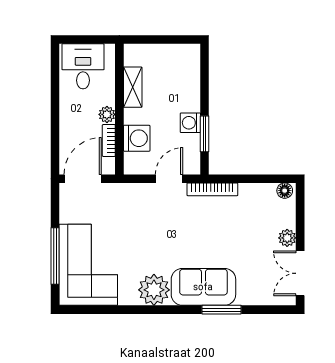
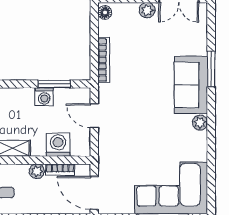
bookcase: (212, 189) -> (104, 60), moved
plant: (154, 290) -> (200, 123), width x0.53, depth x0.53

